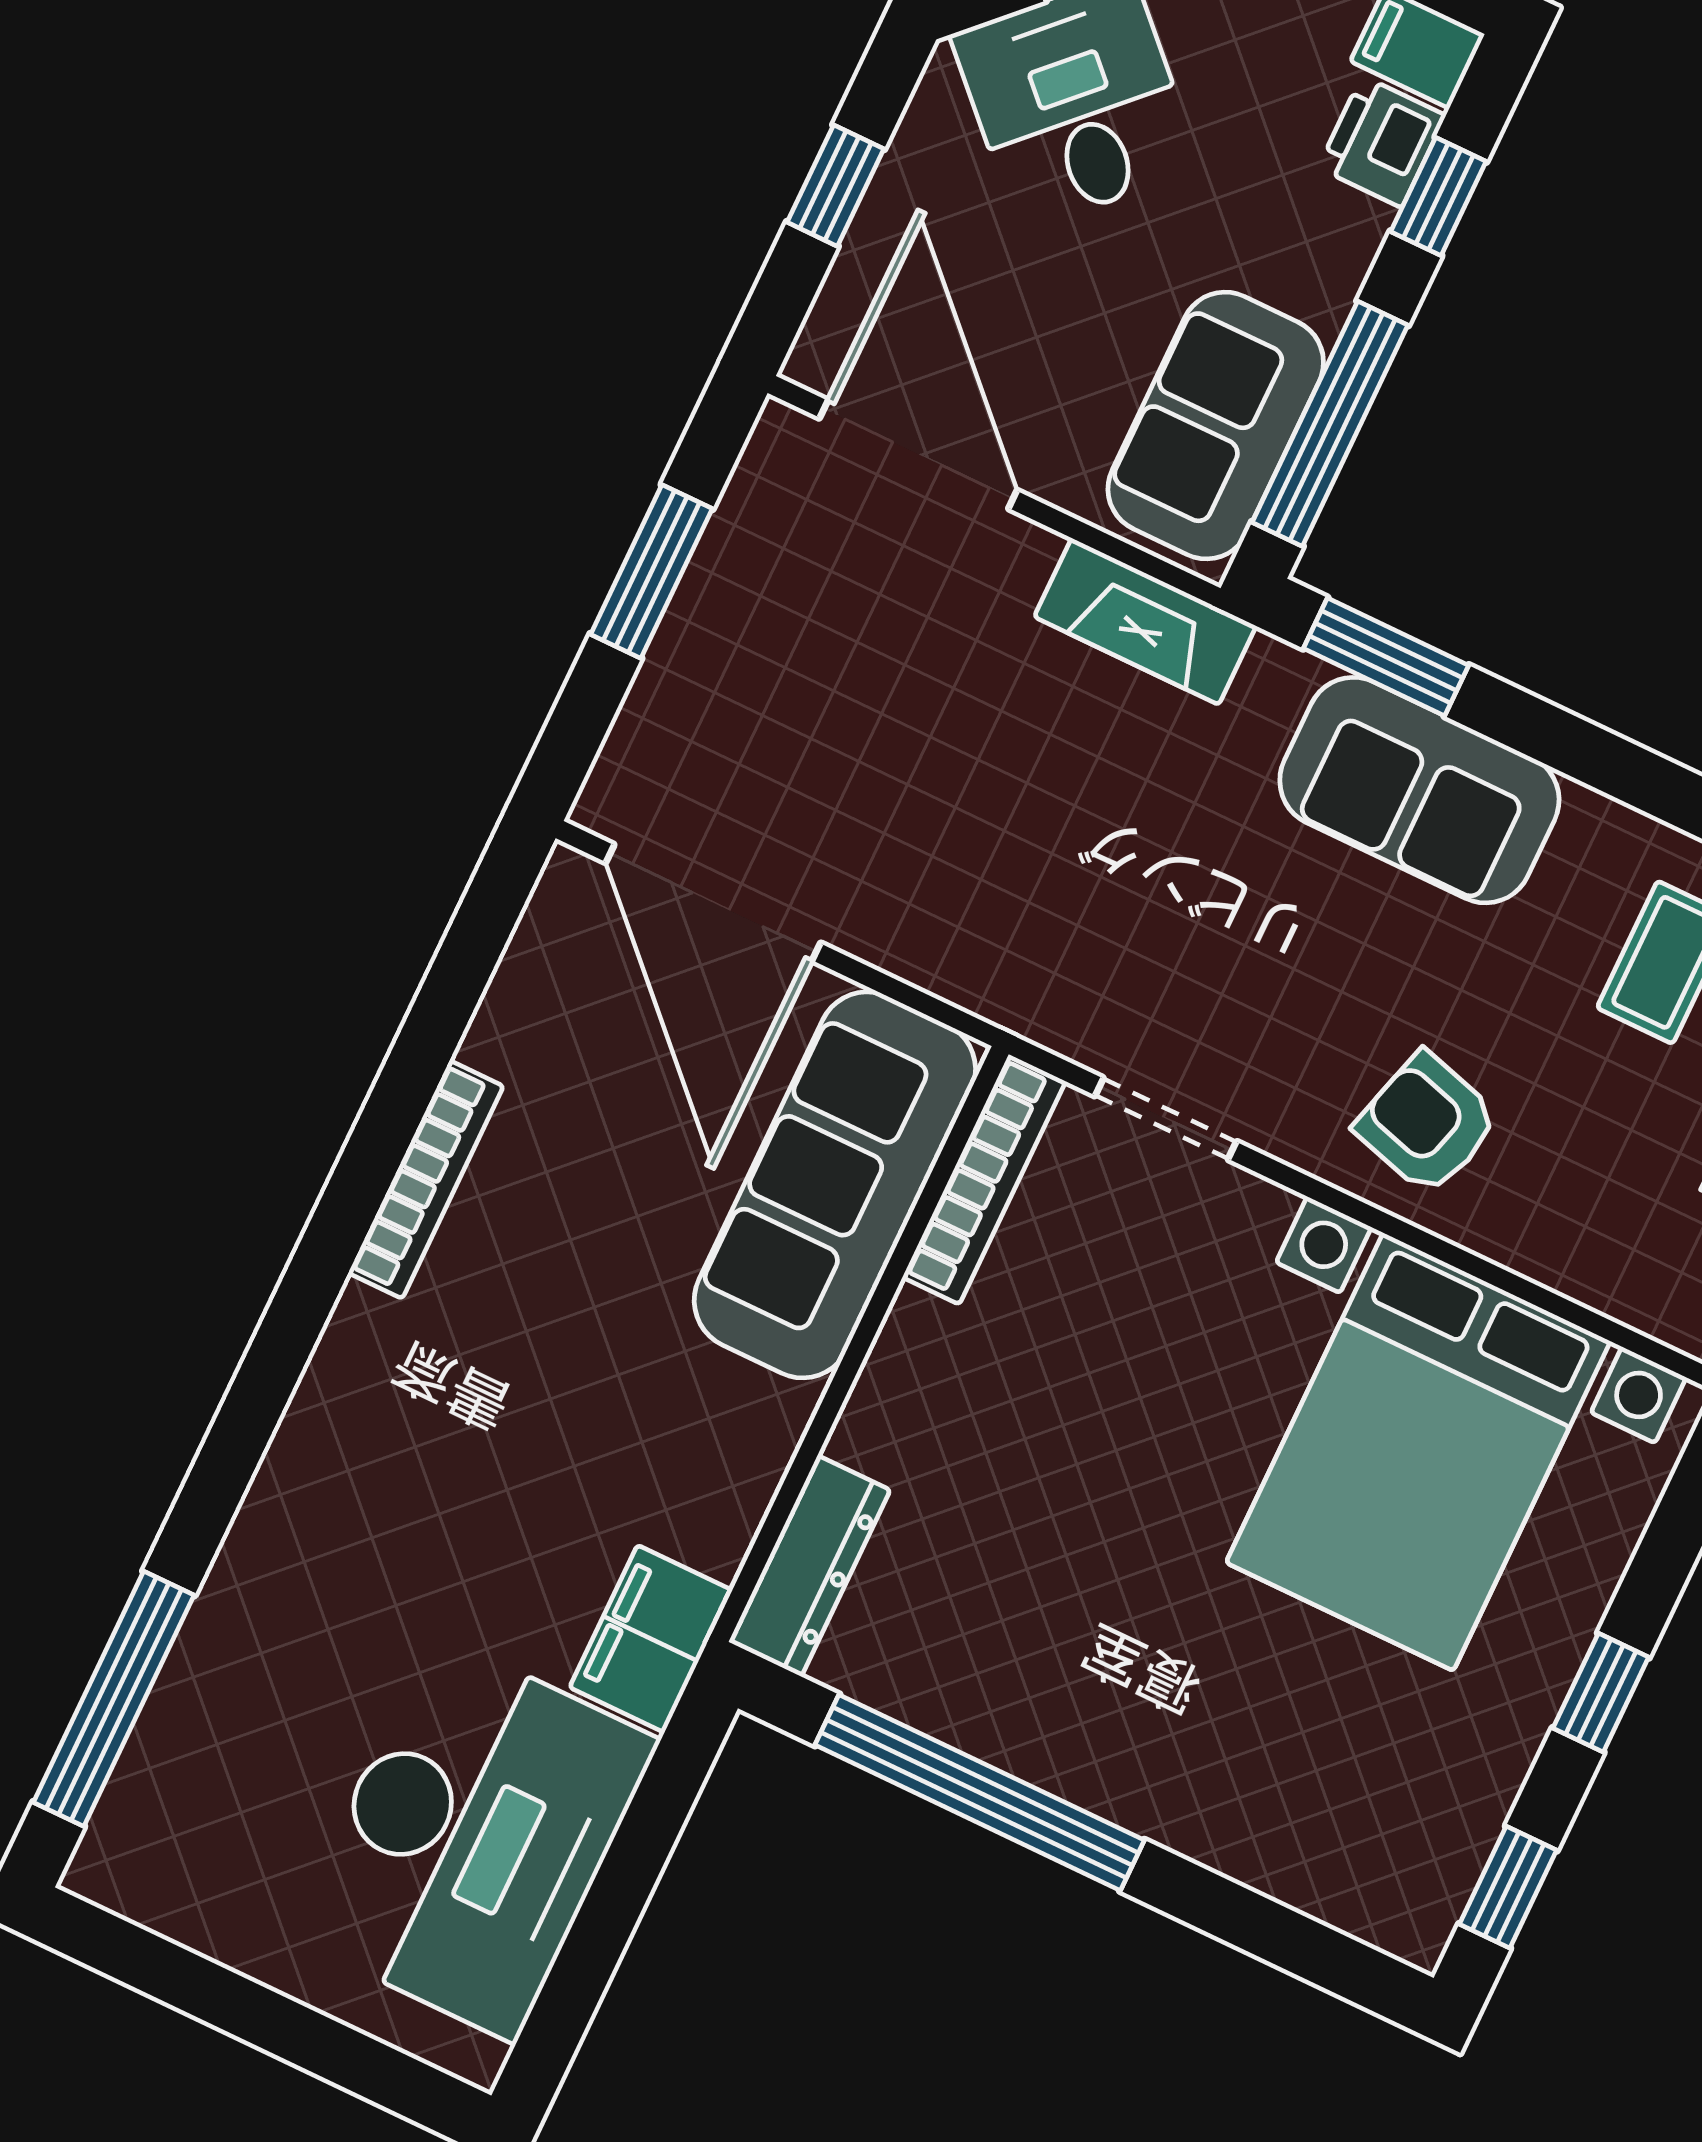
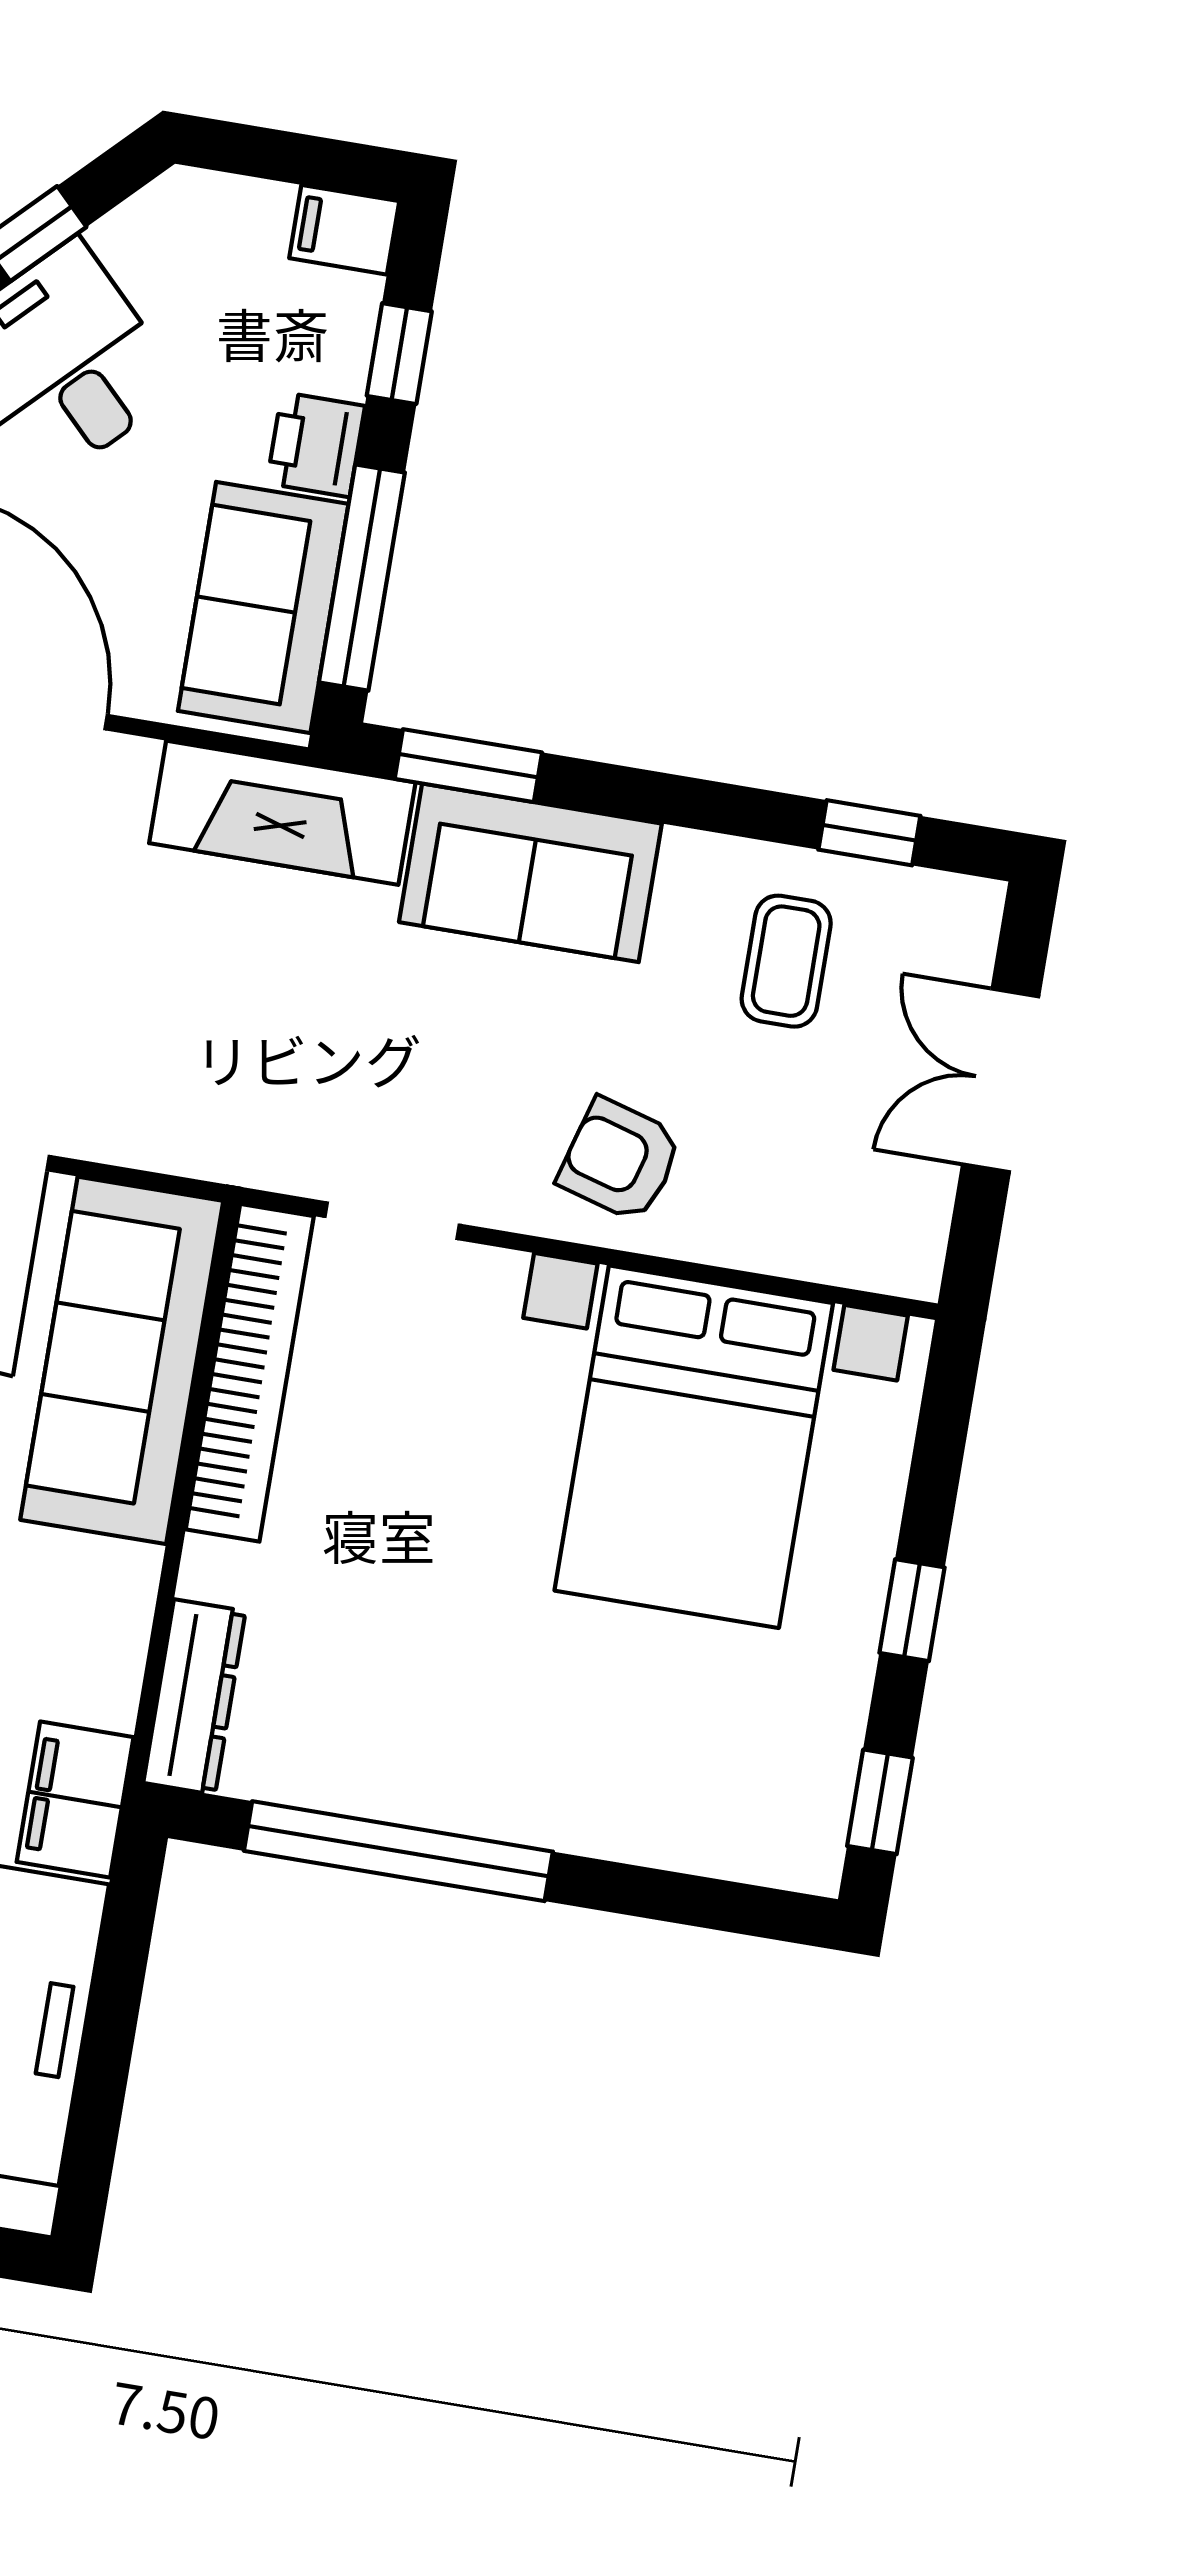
printer: (1382, 142) -> (316, 445), moved
fireplace: (1145, 621) -> (282, 813), width x1.37, depth x1.32
bookcase: (984, 1179) -> (250, 1373), width x1.48, depth x1.31

